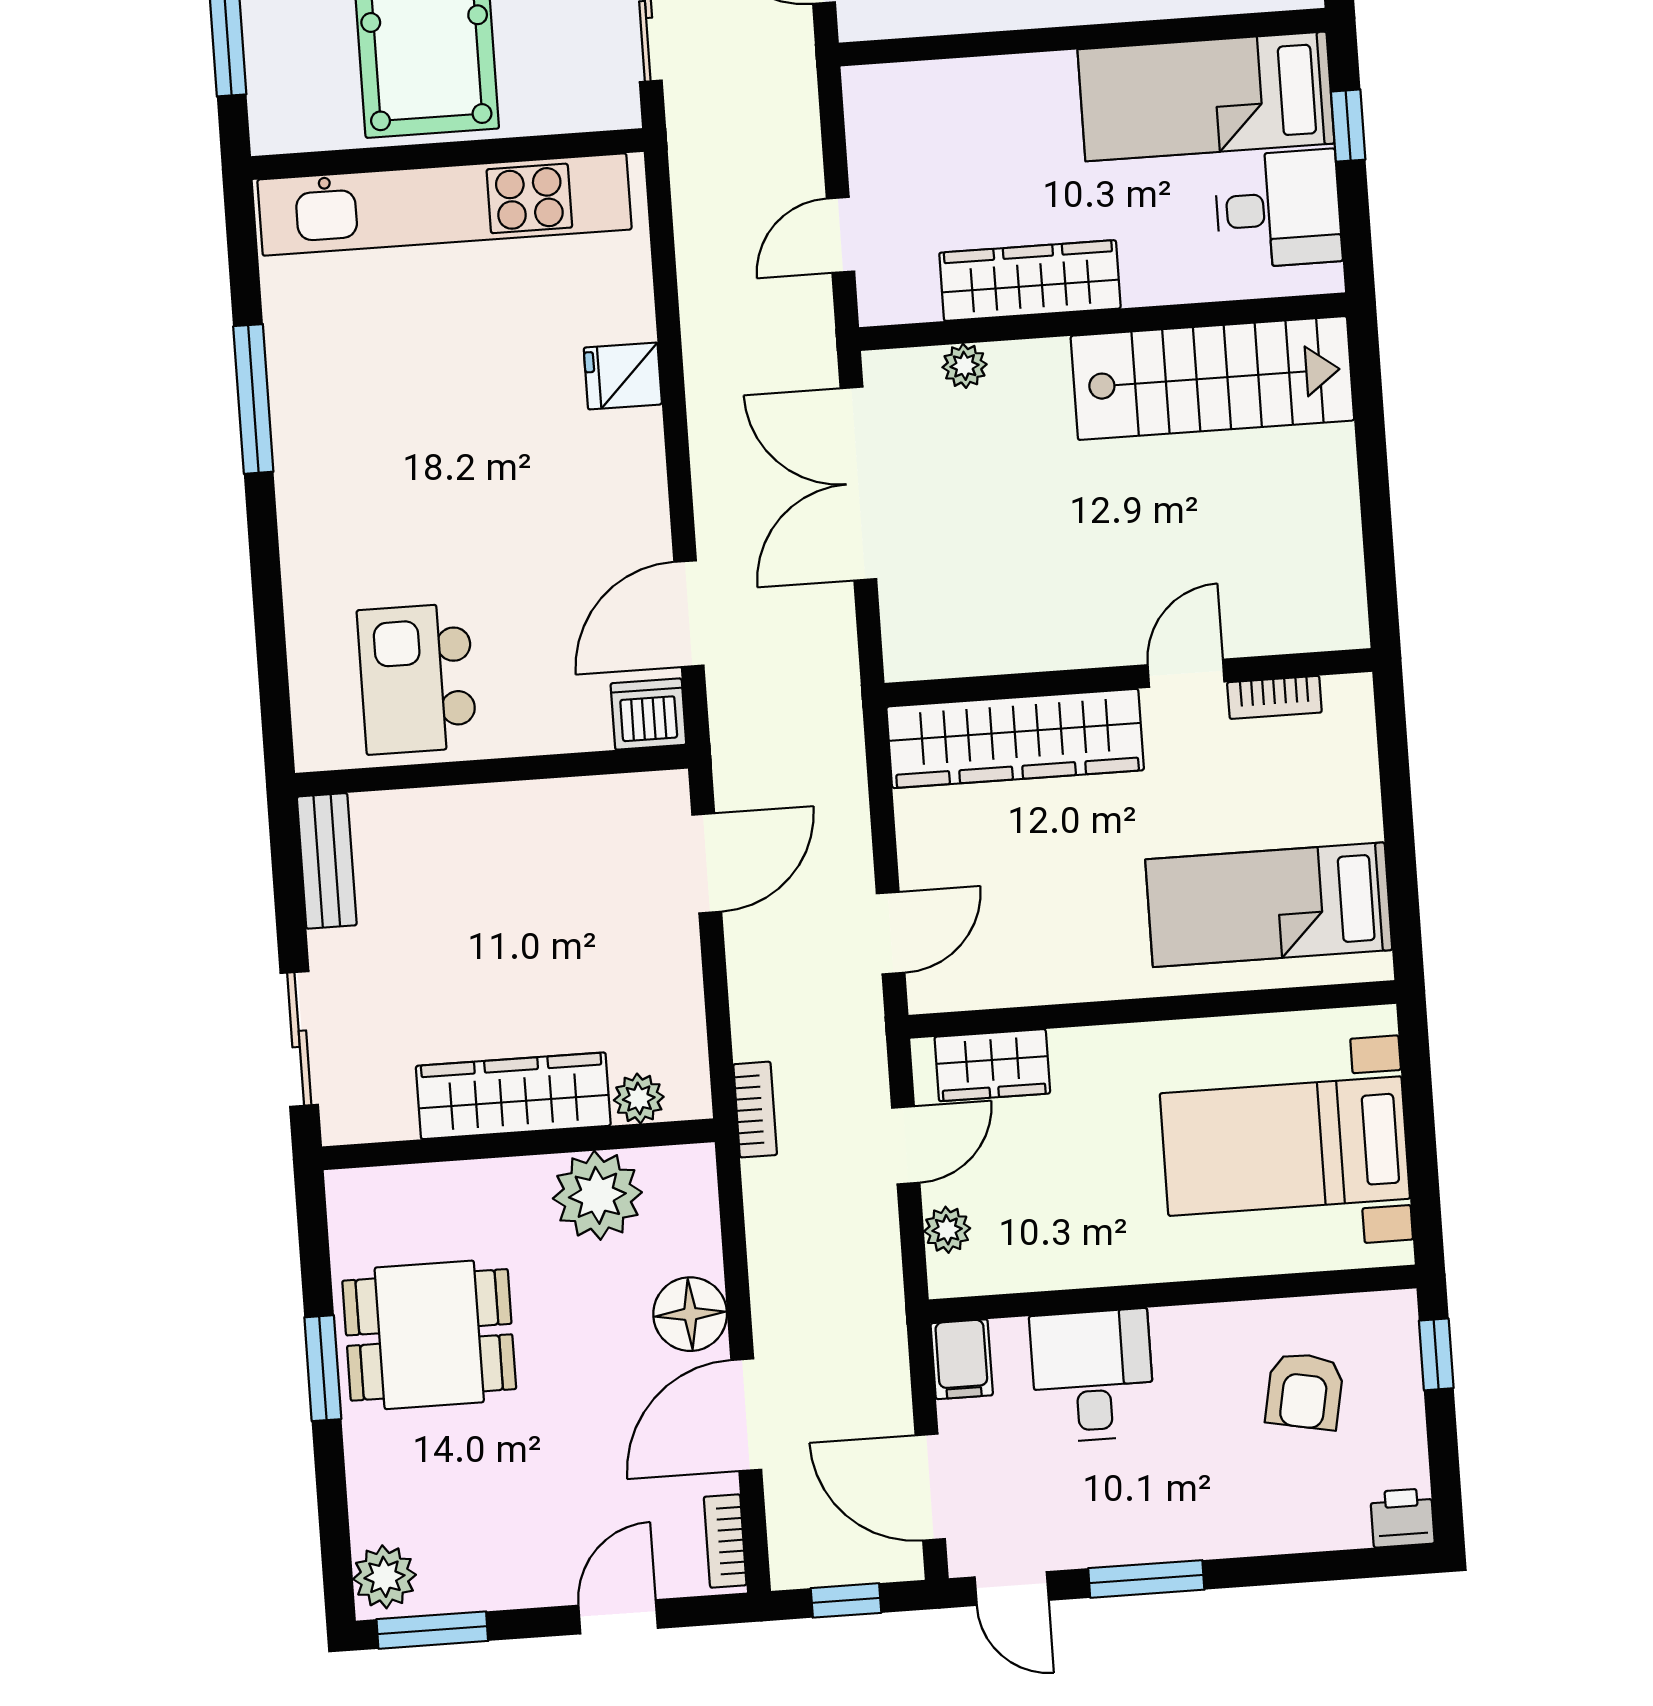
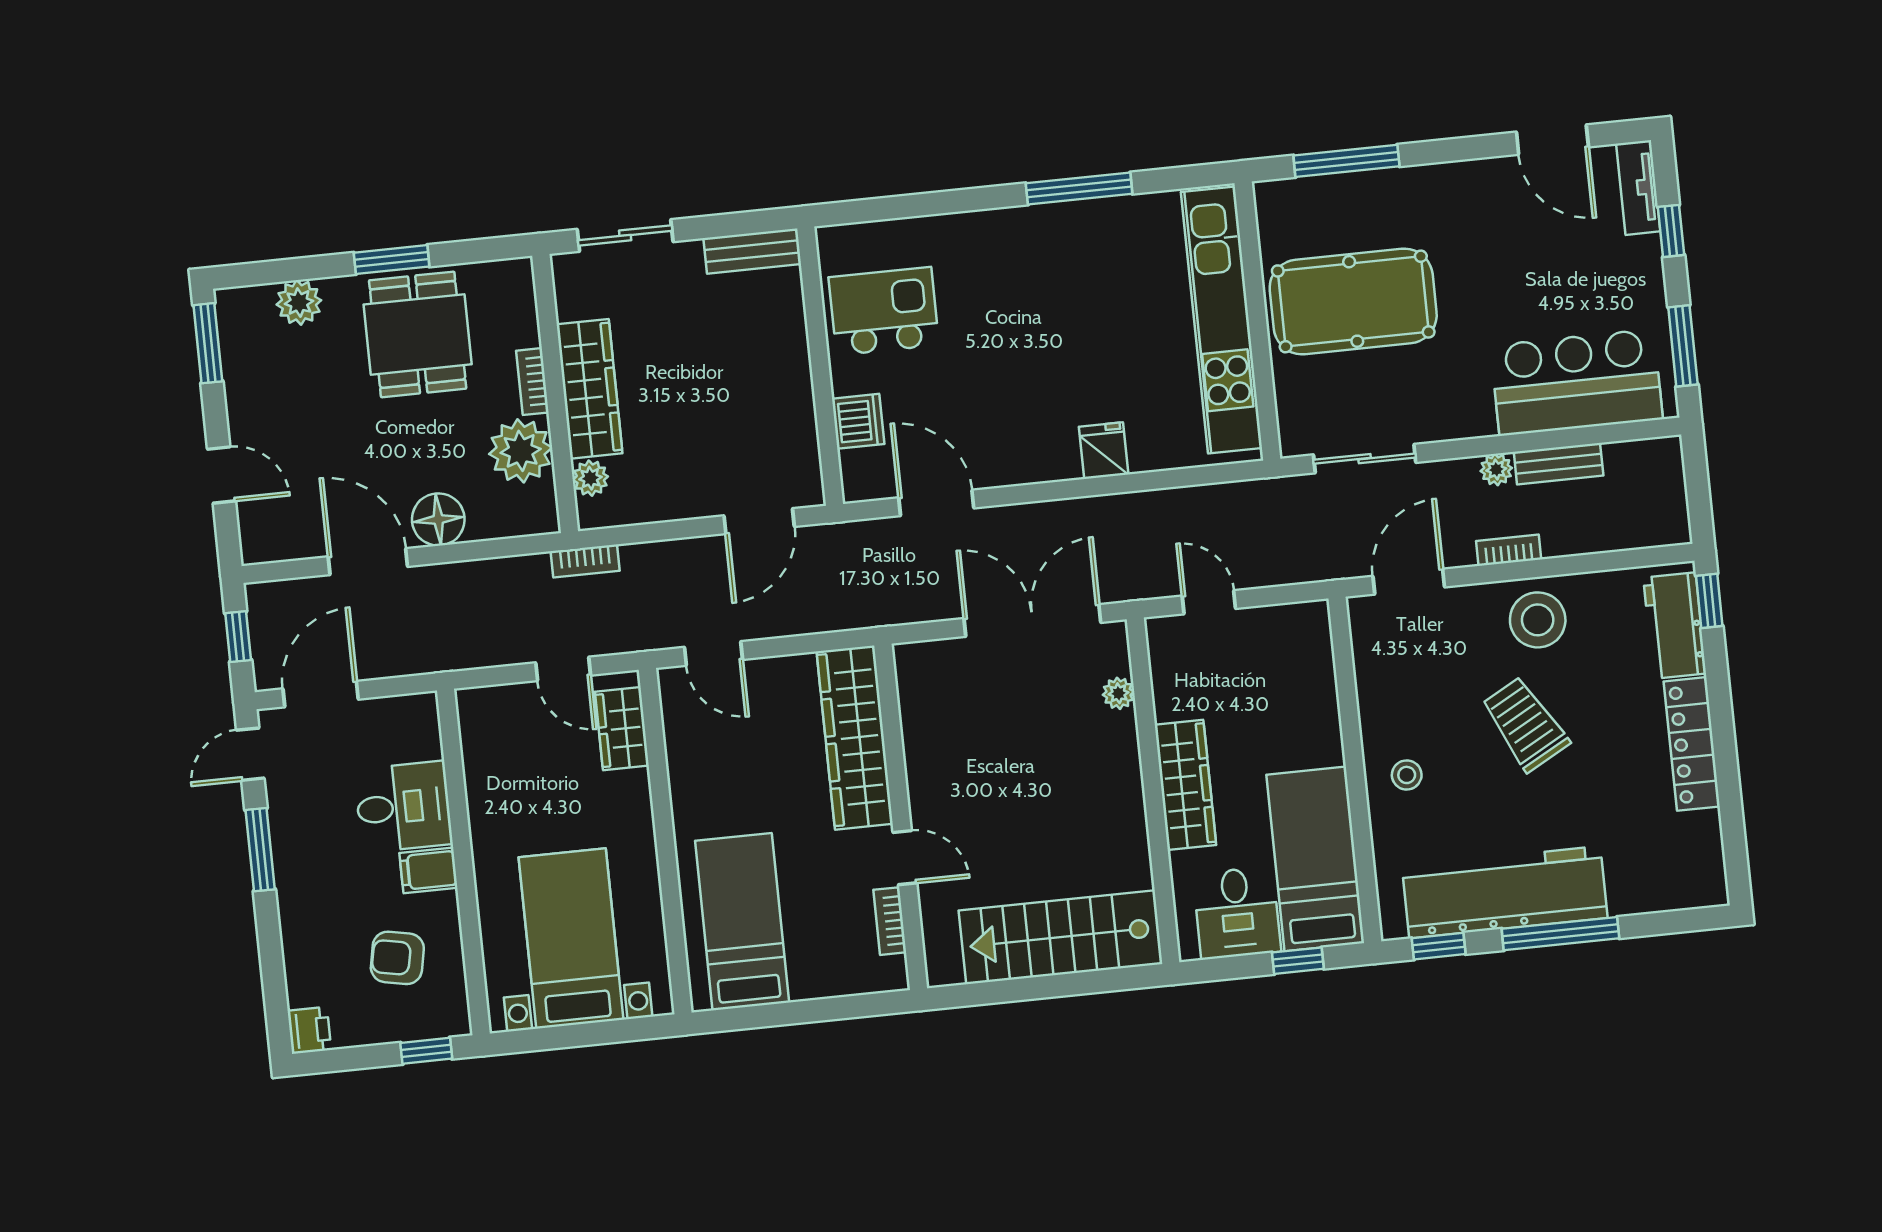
wardrobe: (1030, 281) -> (1185, 785), moved
stairs: (1212, 378) -> (1061, 937), moved, turned 90
dishwasher: (648, 714) -> (858, 421), moved
door: (707, 863) -> (759, 521), hinge flipped
plant: (947, 1230) -> (504, 700), removed
filing cabinet: (962, 1359) -> (428, 870), moved
bookcase: (725, 1541) -> (532, 382), moved, turned -90
plant: (384, 1577) -> (299, 302), moved

